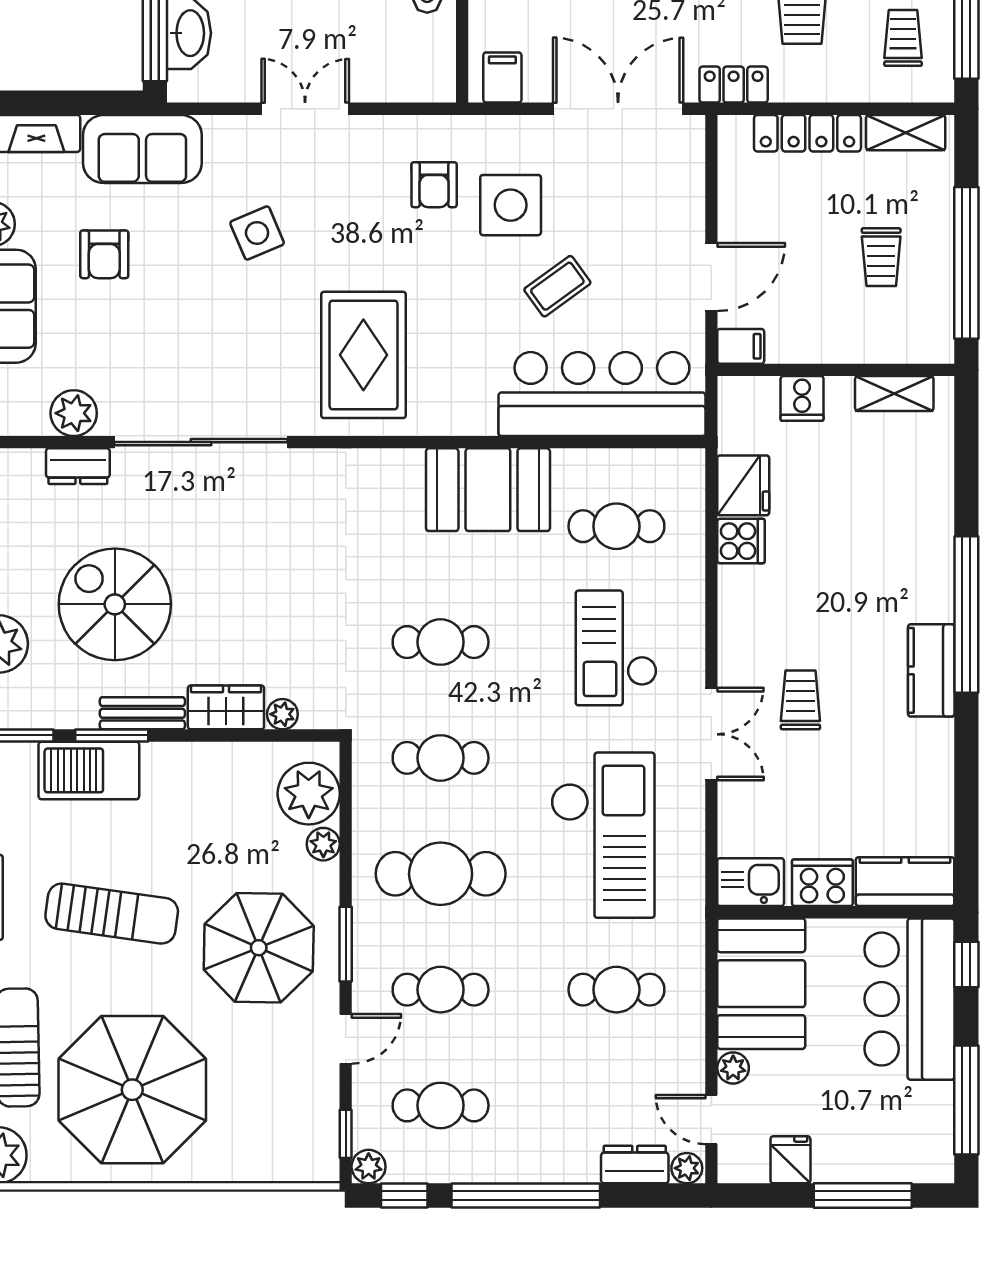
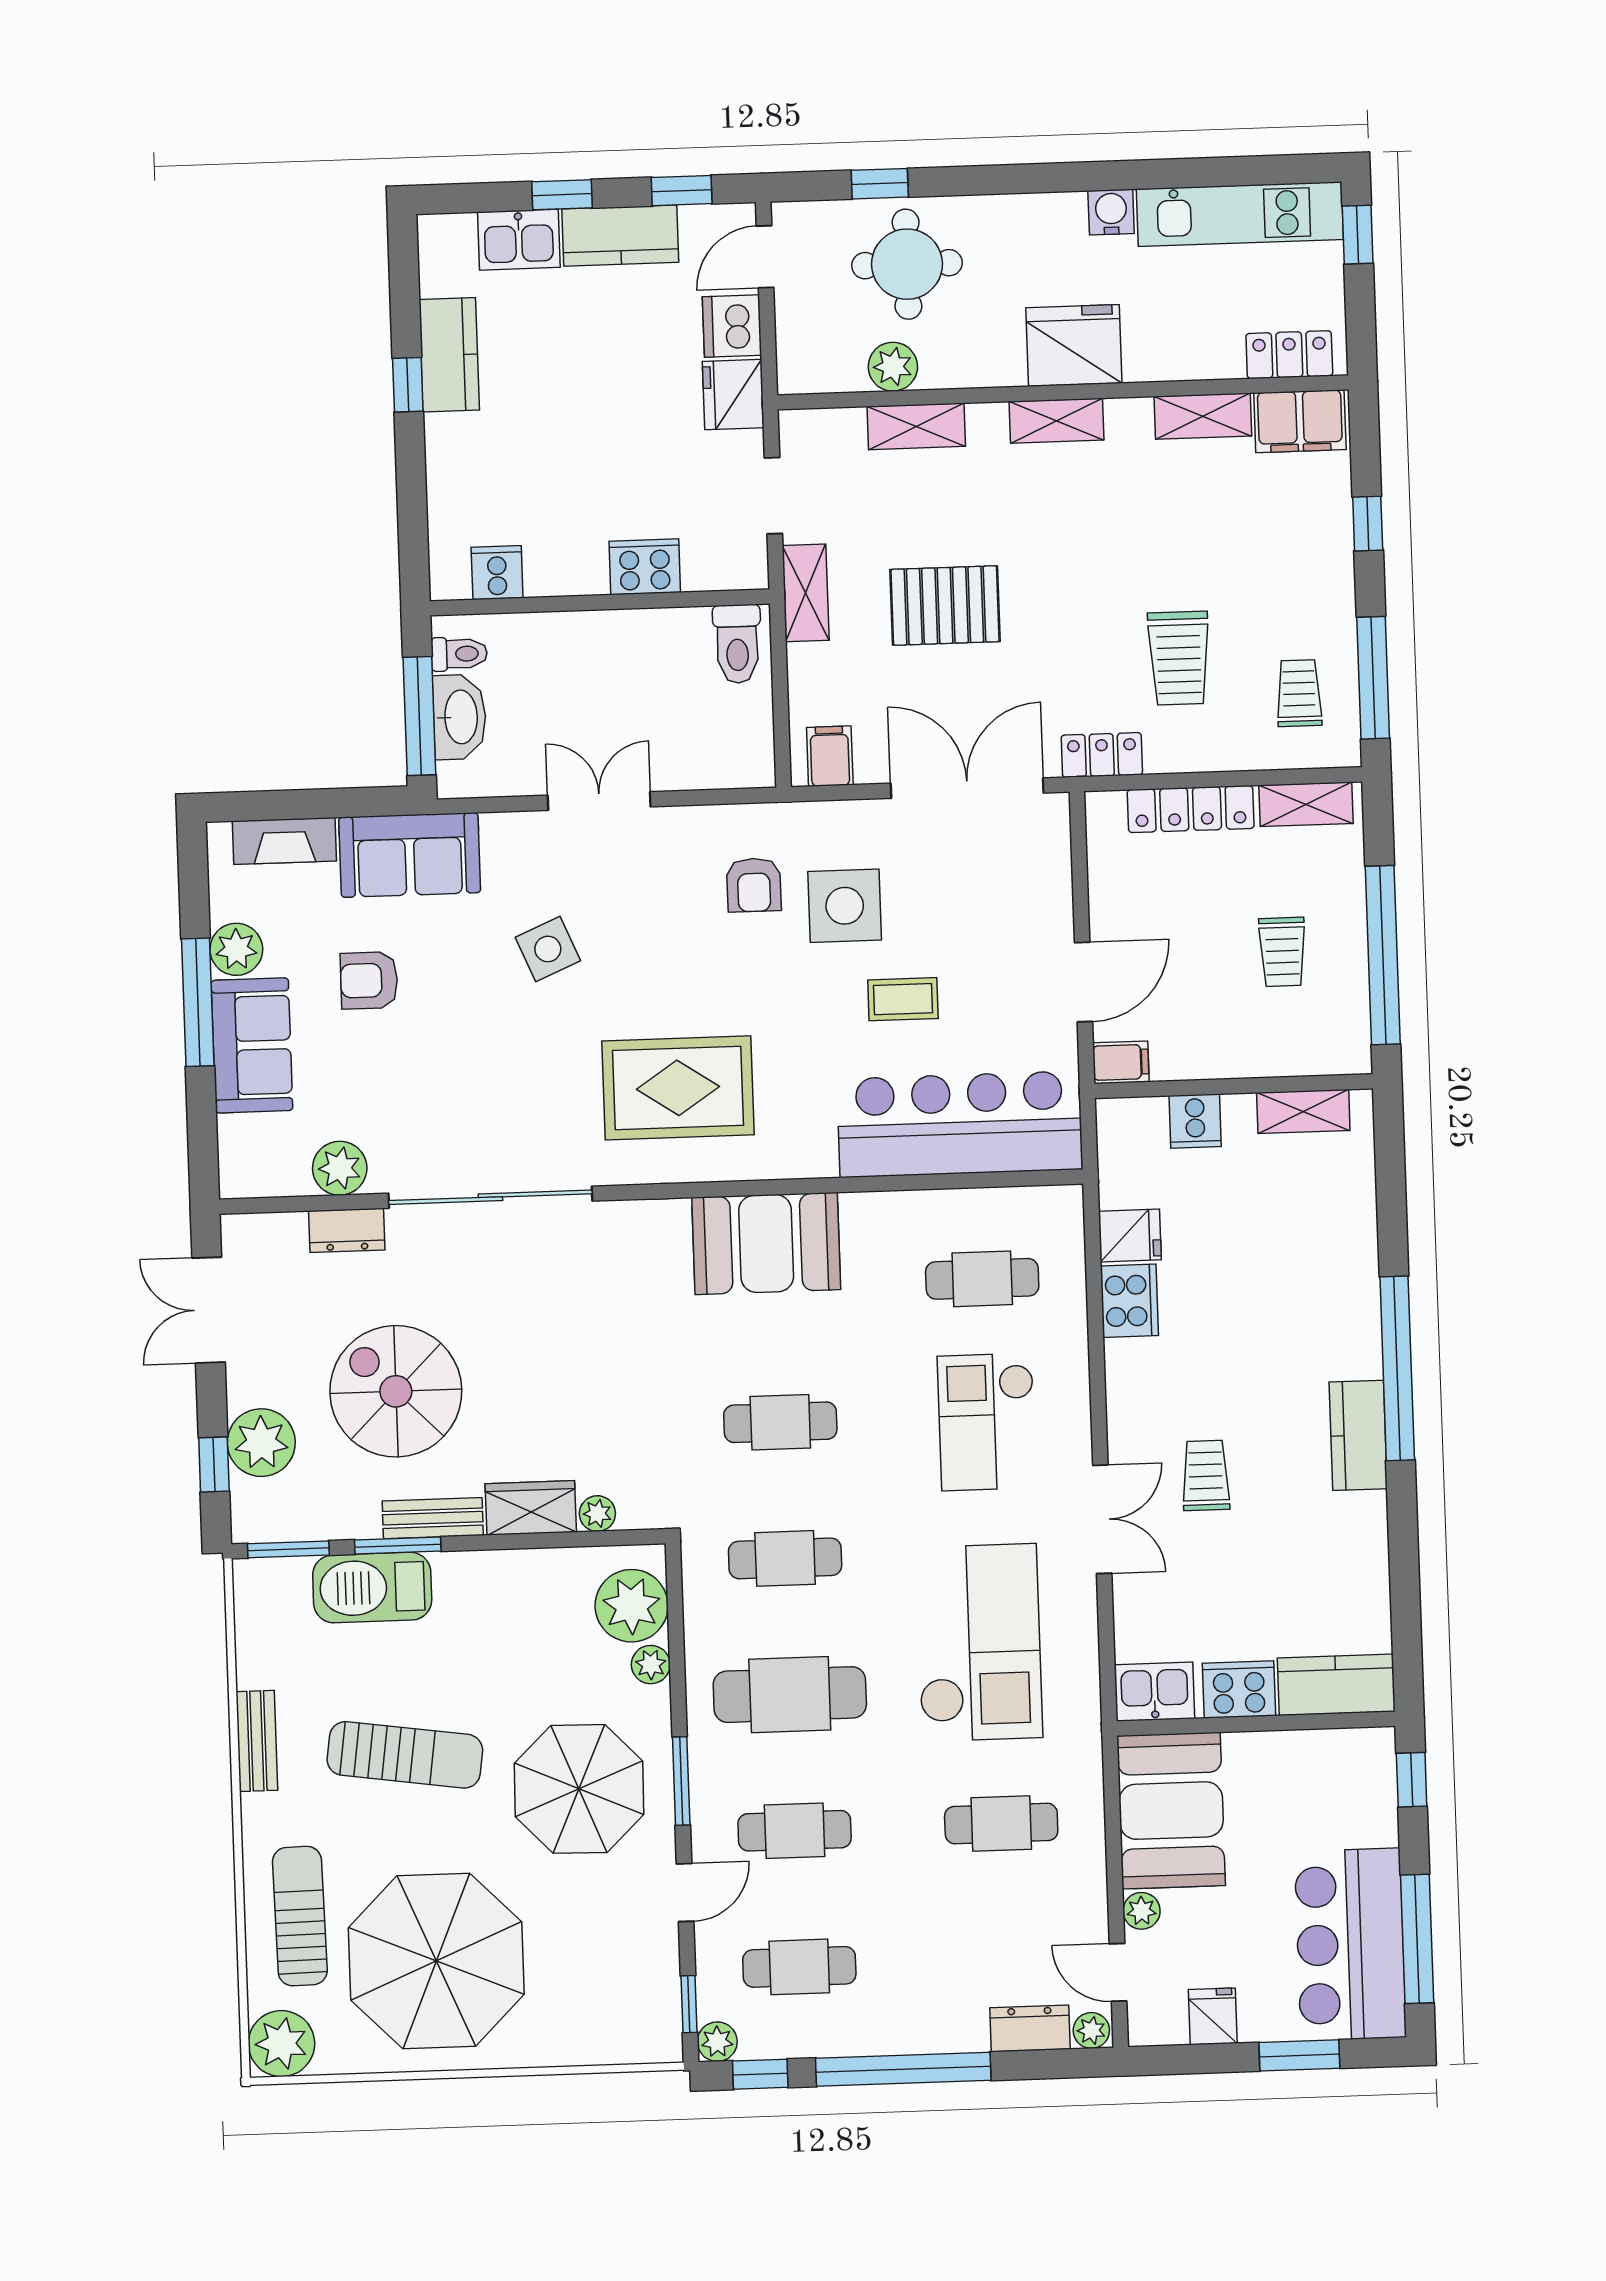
armchair: (104, 254) -> (369, 980), turned 90
coffee table: (557, 286) -> (903, 999), turned 36
rug: (363, 355) -> (678, 1088), turned 90
fridge: (743, 485) -> (1130, 1235), width x0.72
booth: (488, 490) -> (766, 1243), moved
cooker: (741, 541) -> (1129, 1301), width x1.36
bar counter: (909, 999) -> (1350, 1944), moved
window: (863, 1195) -> (1299, 2055), width x0.69

